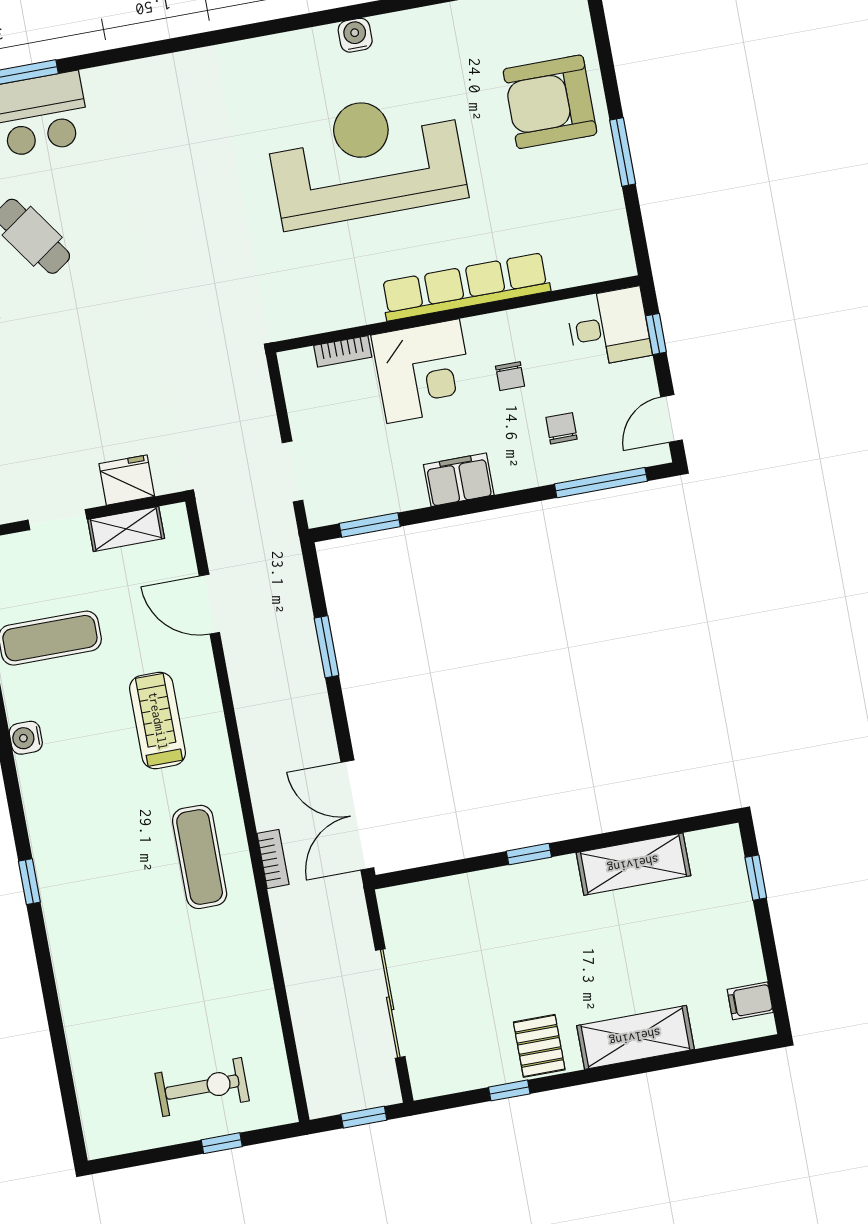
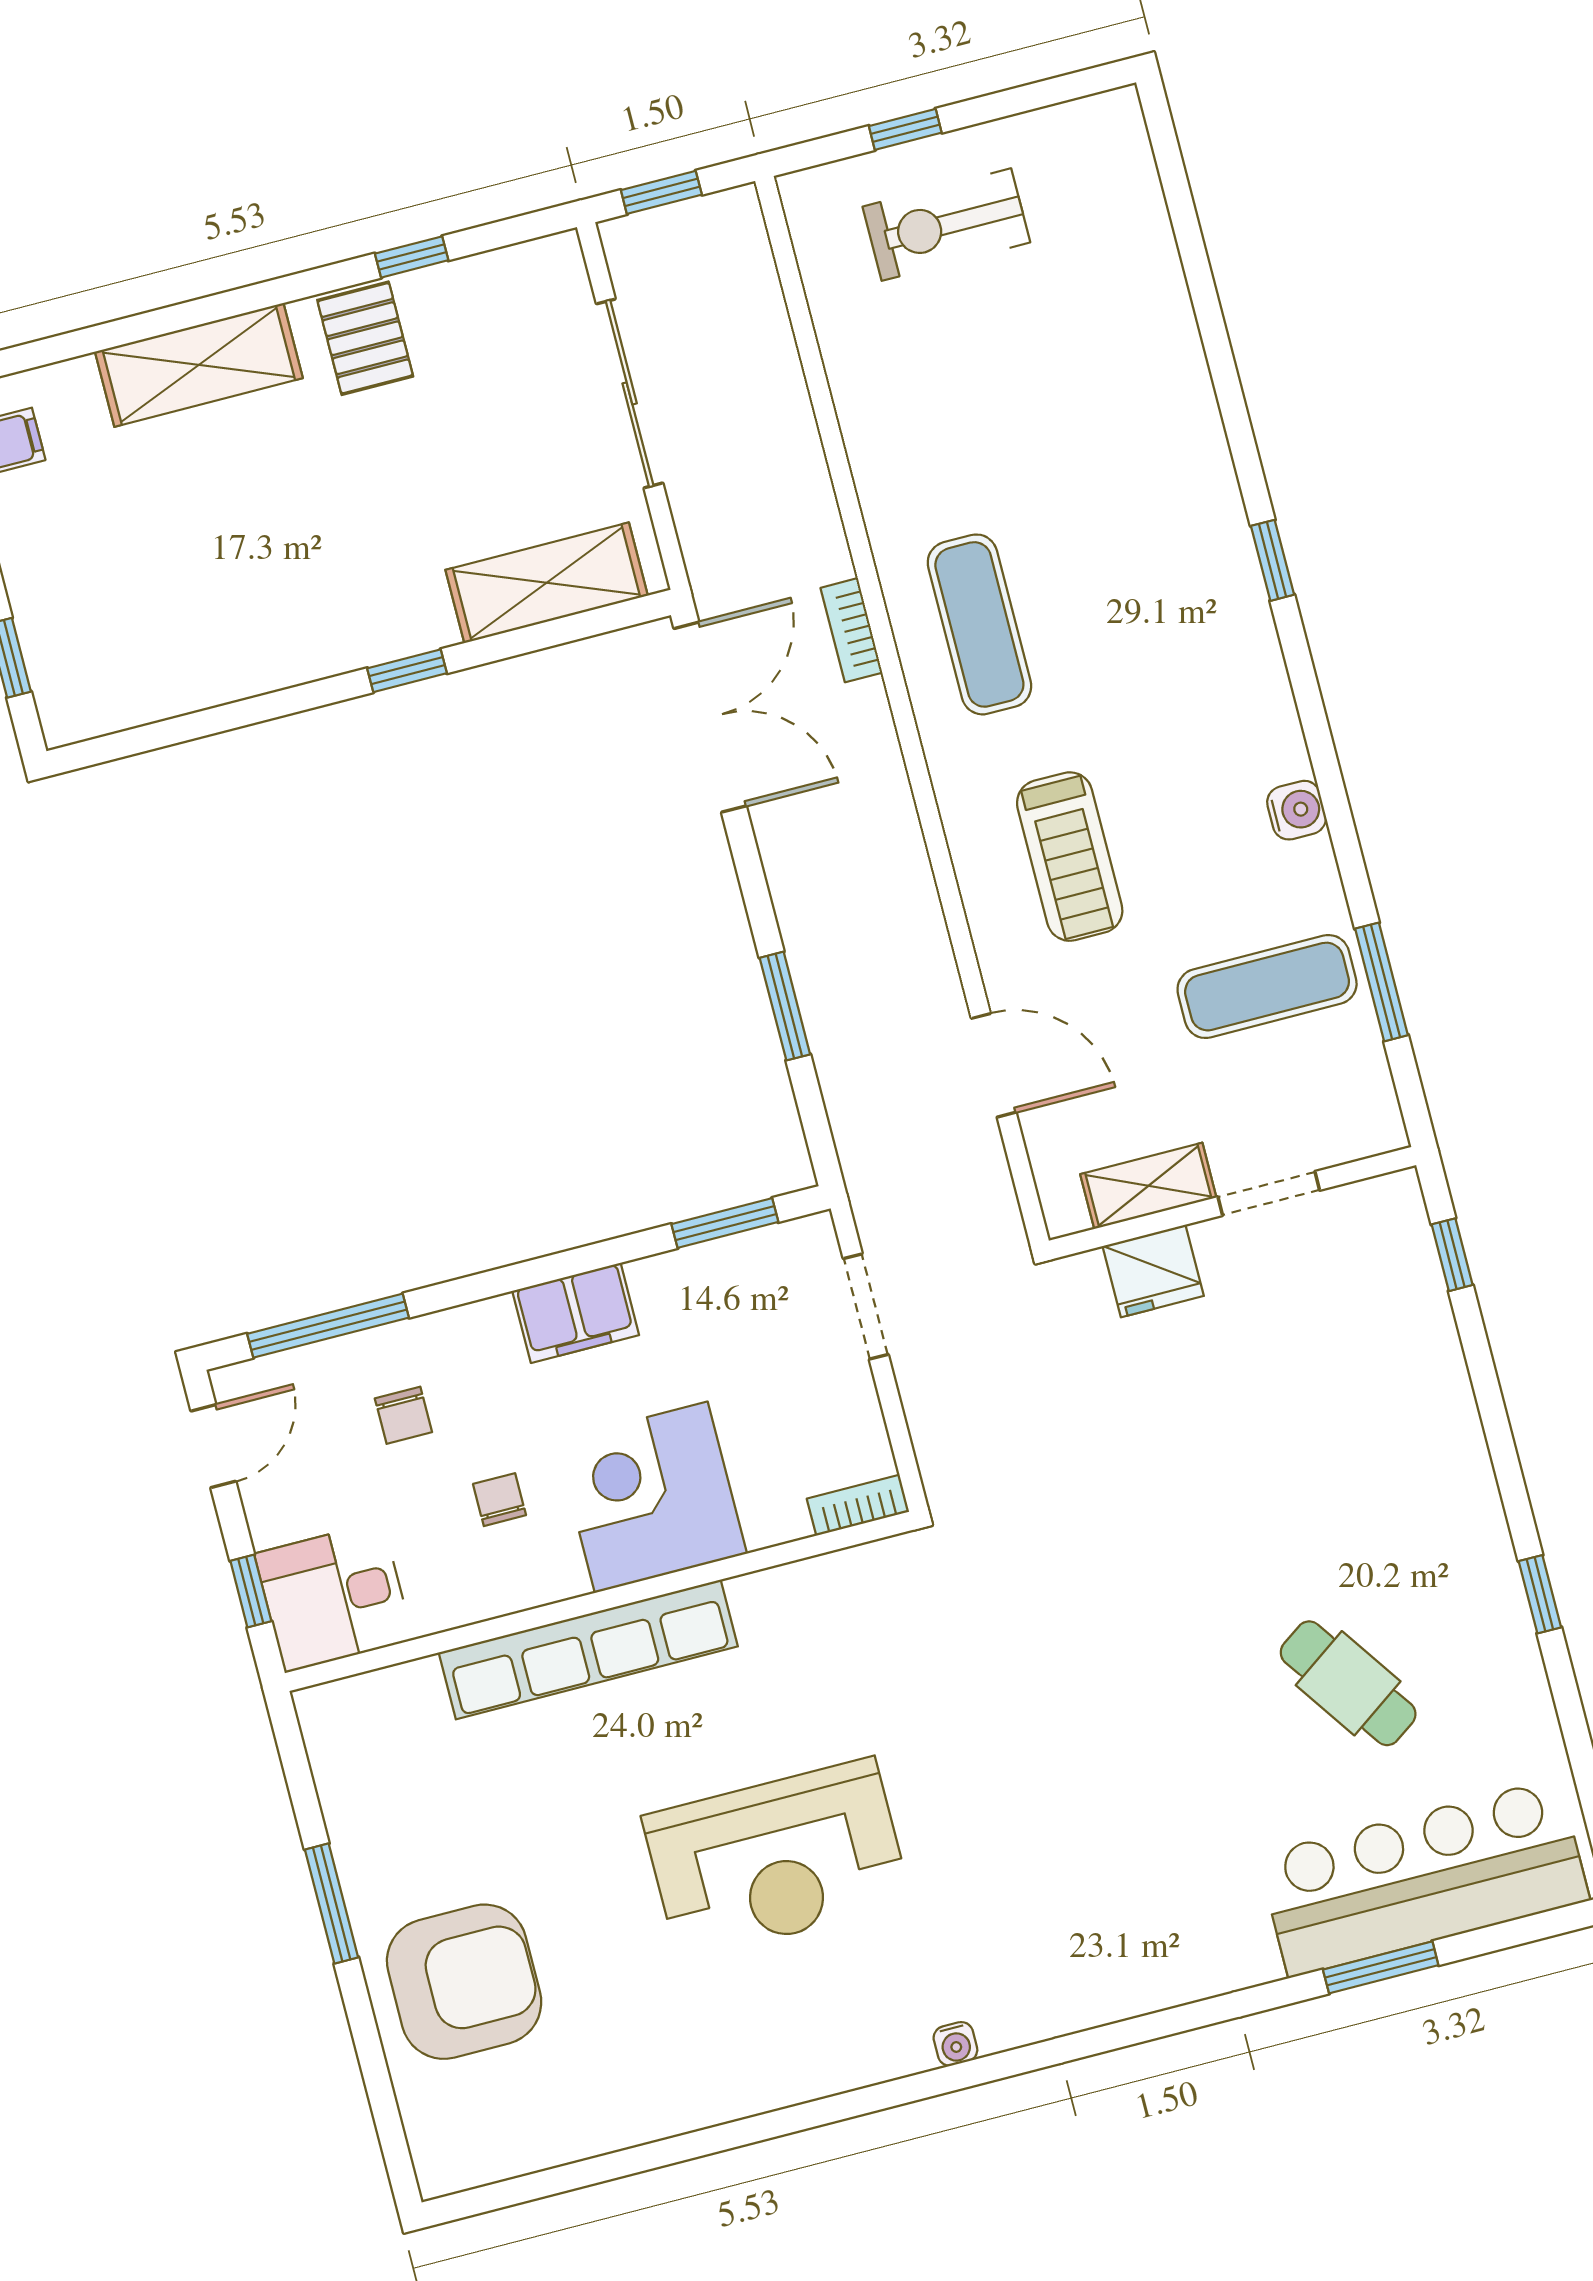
water cooler: (355, 35) -> (955, 2044), moved, width x0.72, depth x0.72
reception desk: (366, 159) -> (777, 1859), width x0.74, depth x0.77
bookcase: (343, 351) -> (858, 1505), moved
shelving: (633, 864) -> (547, 583), moved

